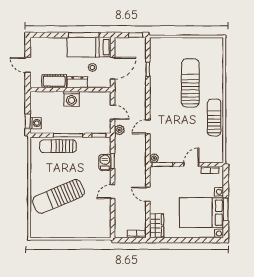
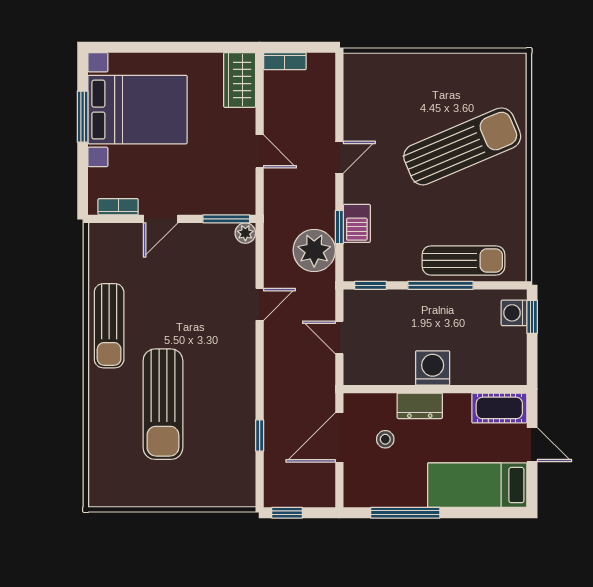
bed: (89, 47) -> (477, 485), moved, turned 180
cot: (54, 81) -> (499, 408), moved
plant: (119, 130) -> (314, 250), moved, width x1.87, depth x1.87

